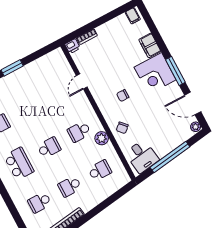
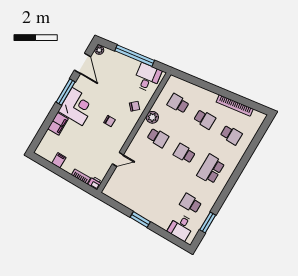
filing cabinet: (133, 16) -> (59, 160), moved

